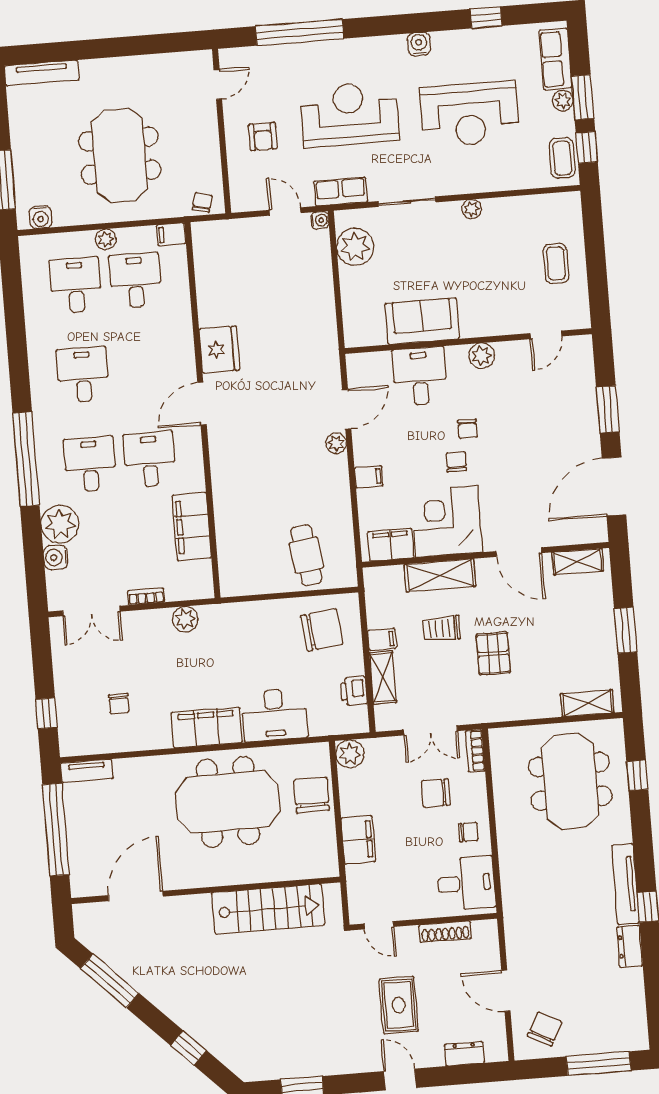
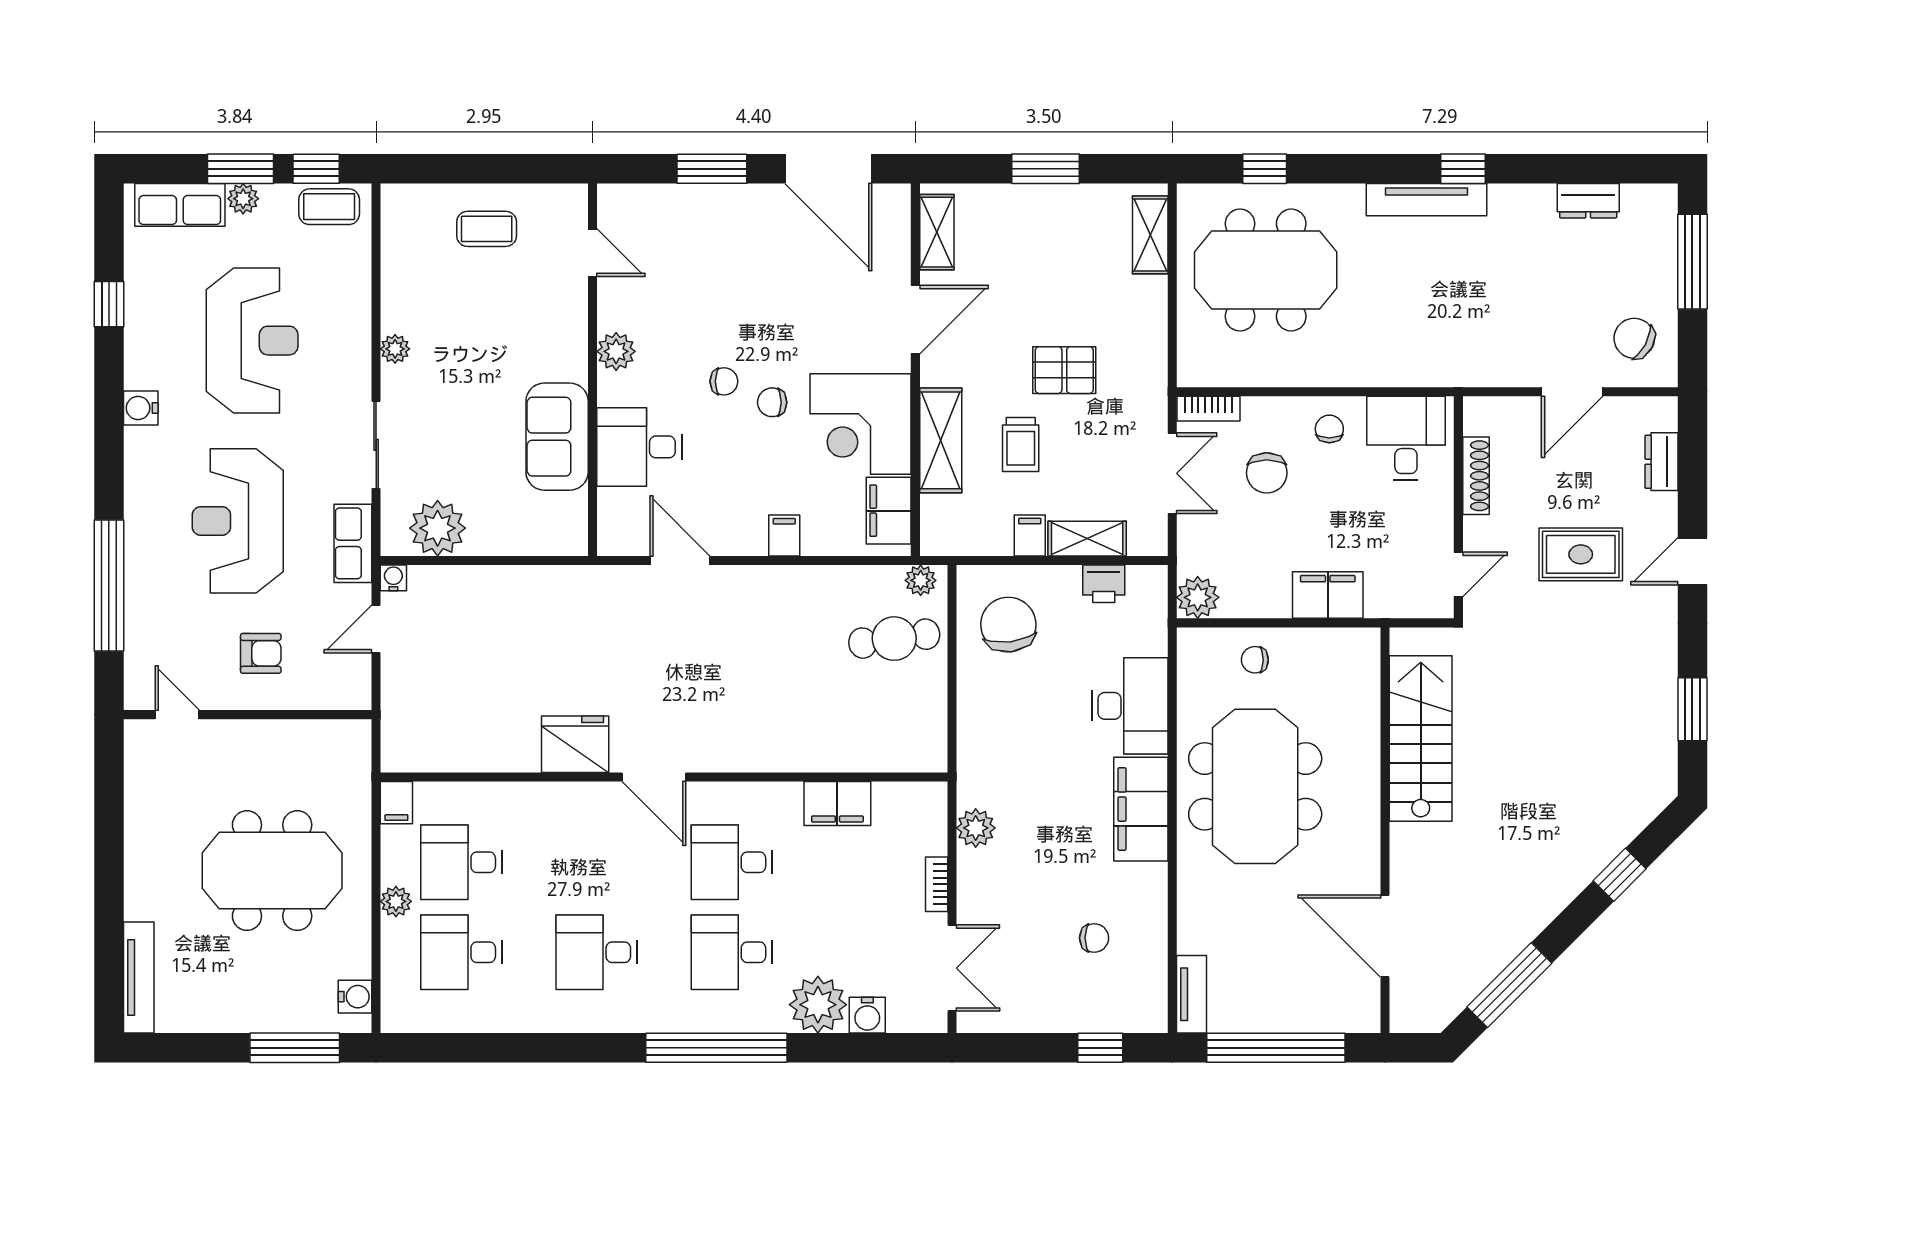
chair: (202, 203) -> (353, 752), removed
plant: (336, 443) -> (921, 580), moved
filing cabinet: (192, 526) -> (837, 804), width x0.67, depth x0.86
chair: (312, 795) -> (1255, 660), width x0.54, depth x0.54
dresser: (630, 946) -> (1588, 201), moved

